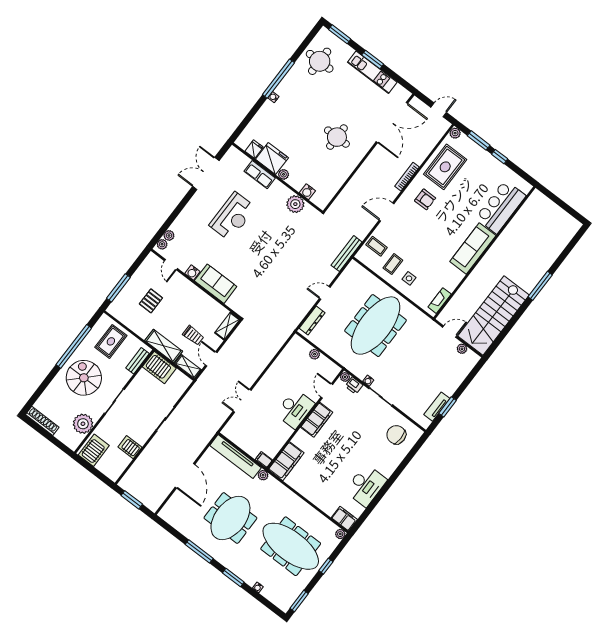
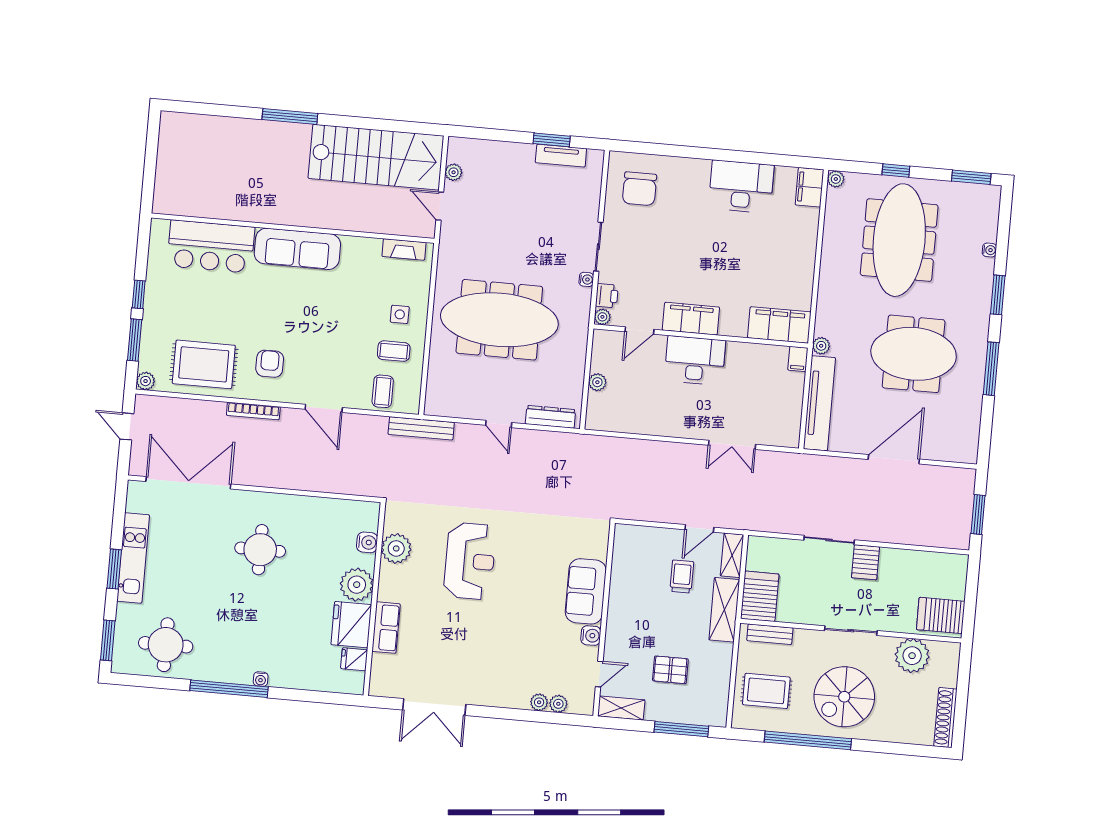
plant: (284, 174) -> (357, 585), width x1.88, depth x1.88
reception desk: (233, 216) -> (470, 561), moved, turned 90
plant: (162, 244) -> (539, 702), moved
shelving: (227, 326) -> (621, 708), moved
server rack: (130, 447) -> (865, 562), moved

